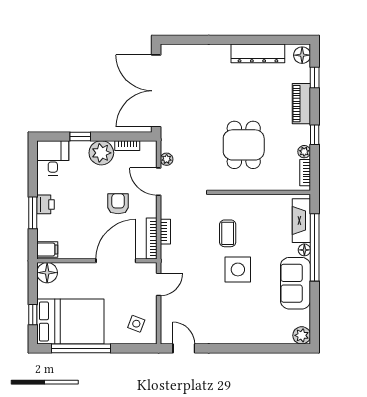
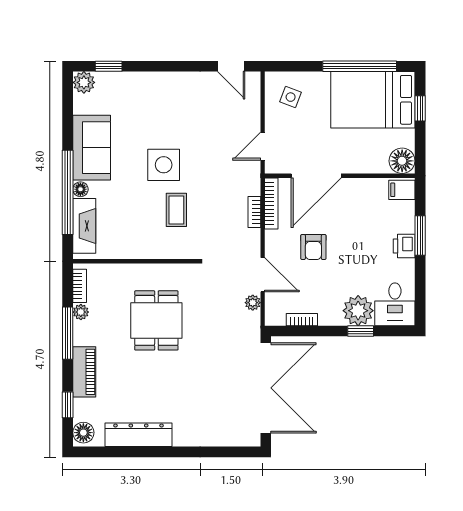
window: (315, 135) -> (68, 333), width x2.17
plant: (101, 153) -> (358, 311), moved
window: (282, 348) -> (109, 66), added

